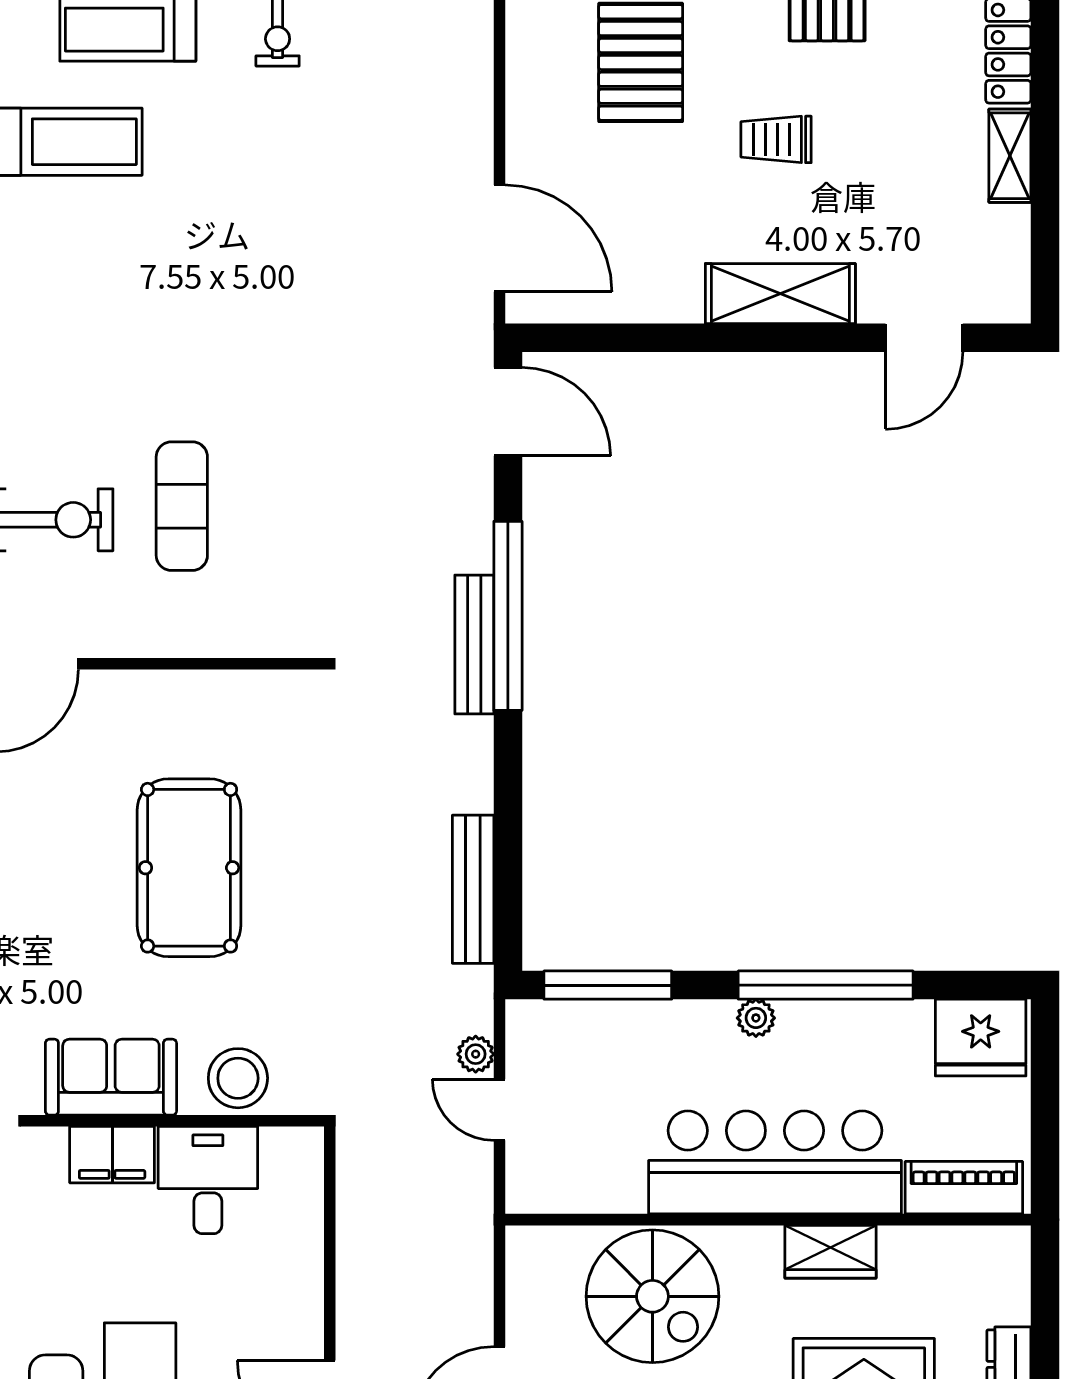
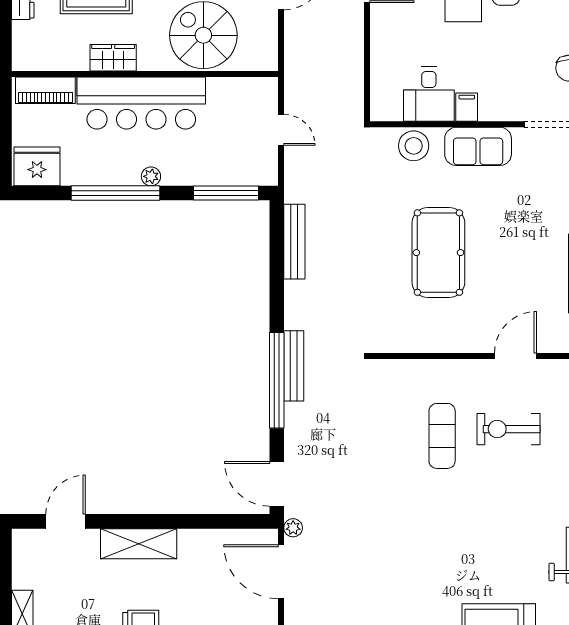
plant: (476, 1054) -> (293, 528), moved
filing cabinet: (112, 1155) -> (467, 107), width x0.50

